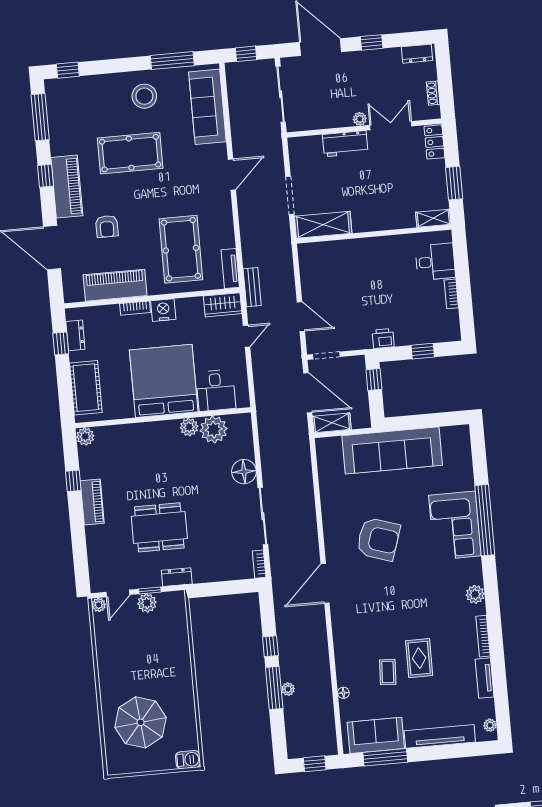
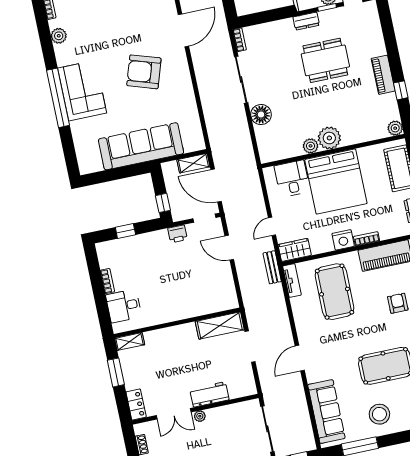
printer: (383, 338) -> (177, 234), moved
plant: (214, 430) -> (329, 138), moved

